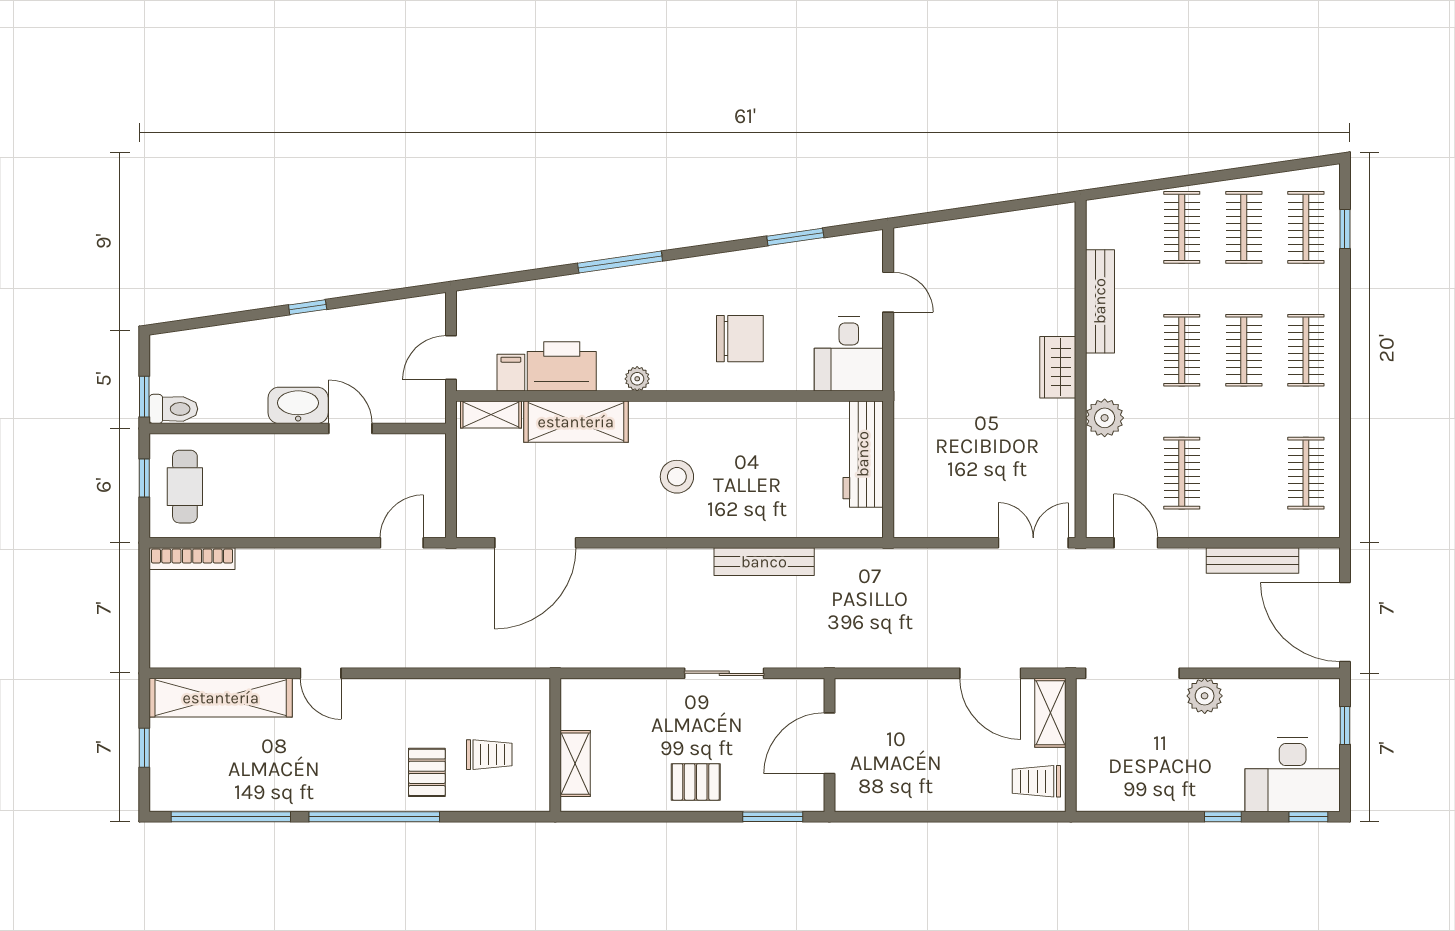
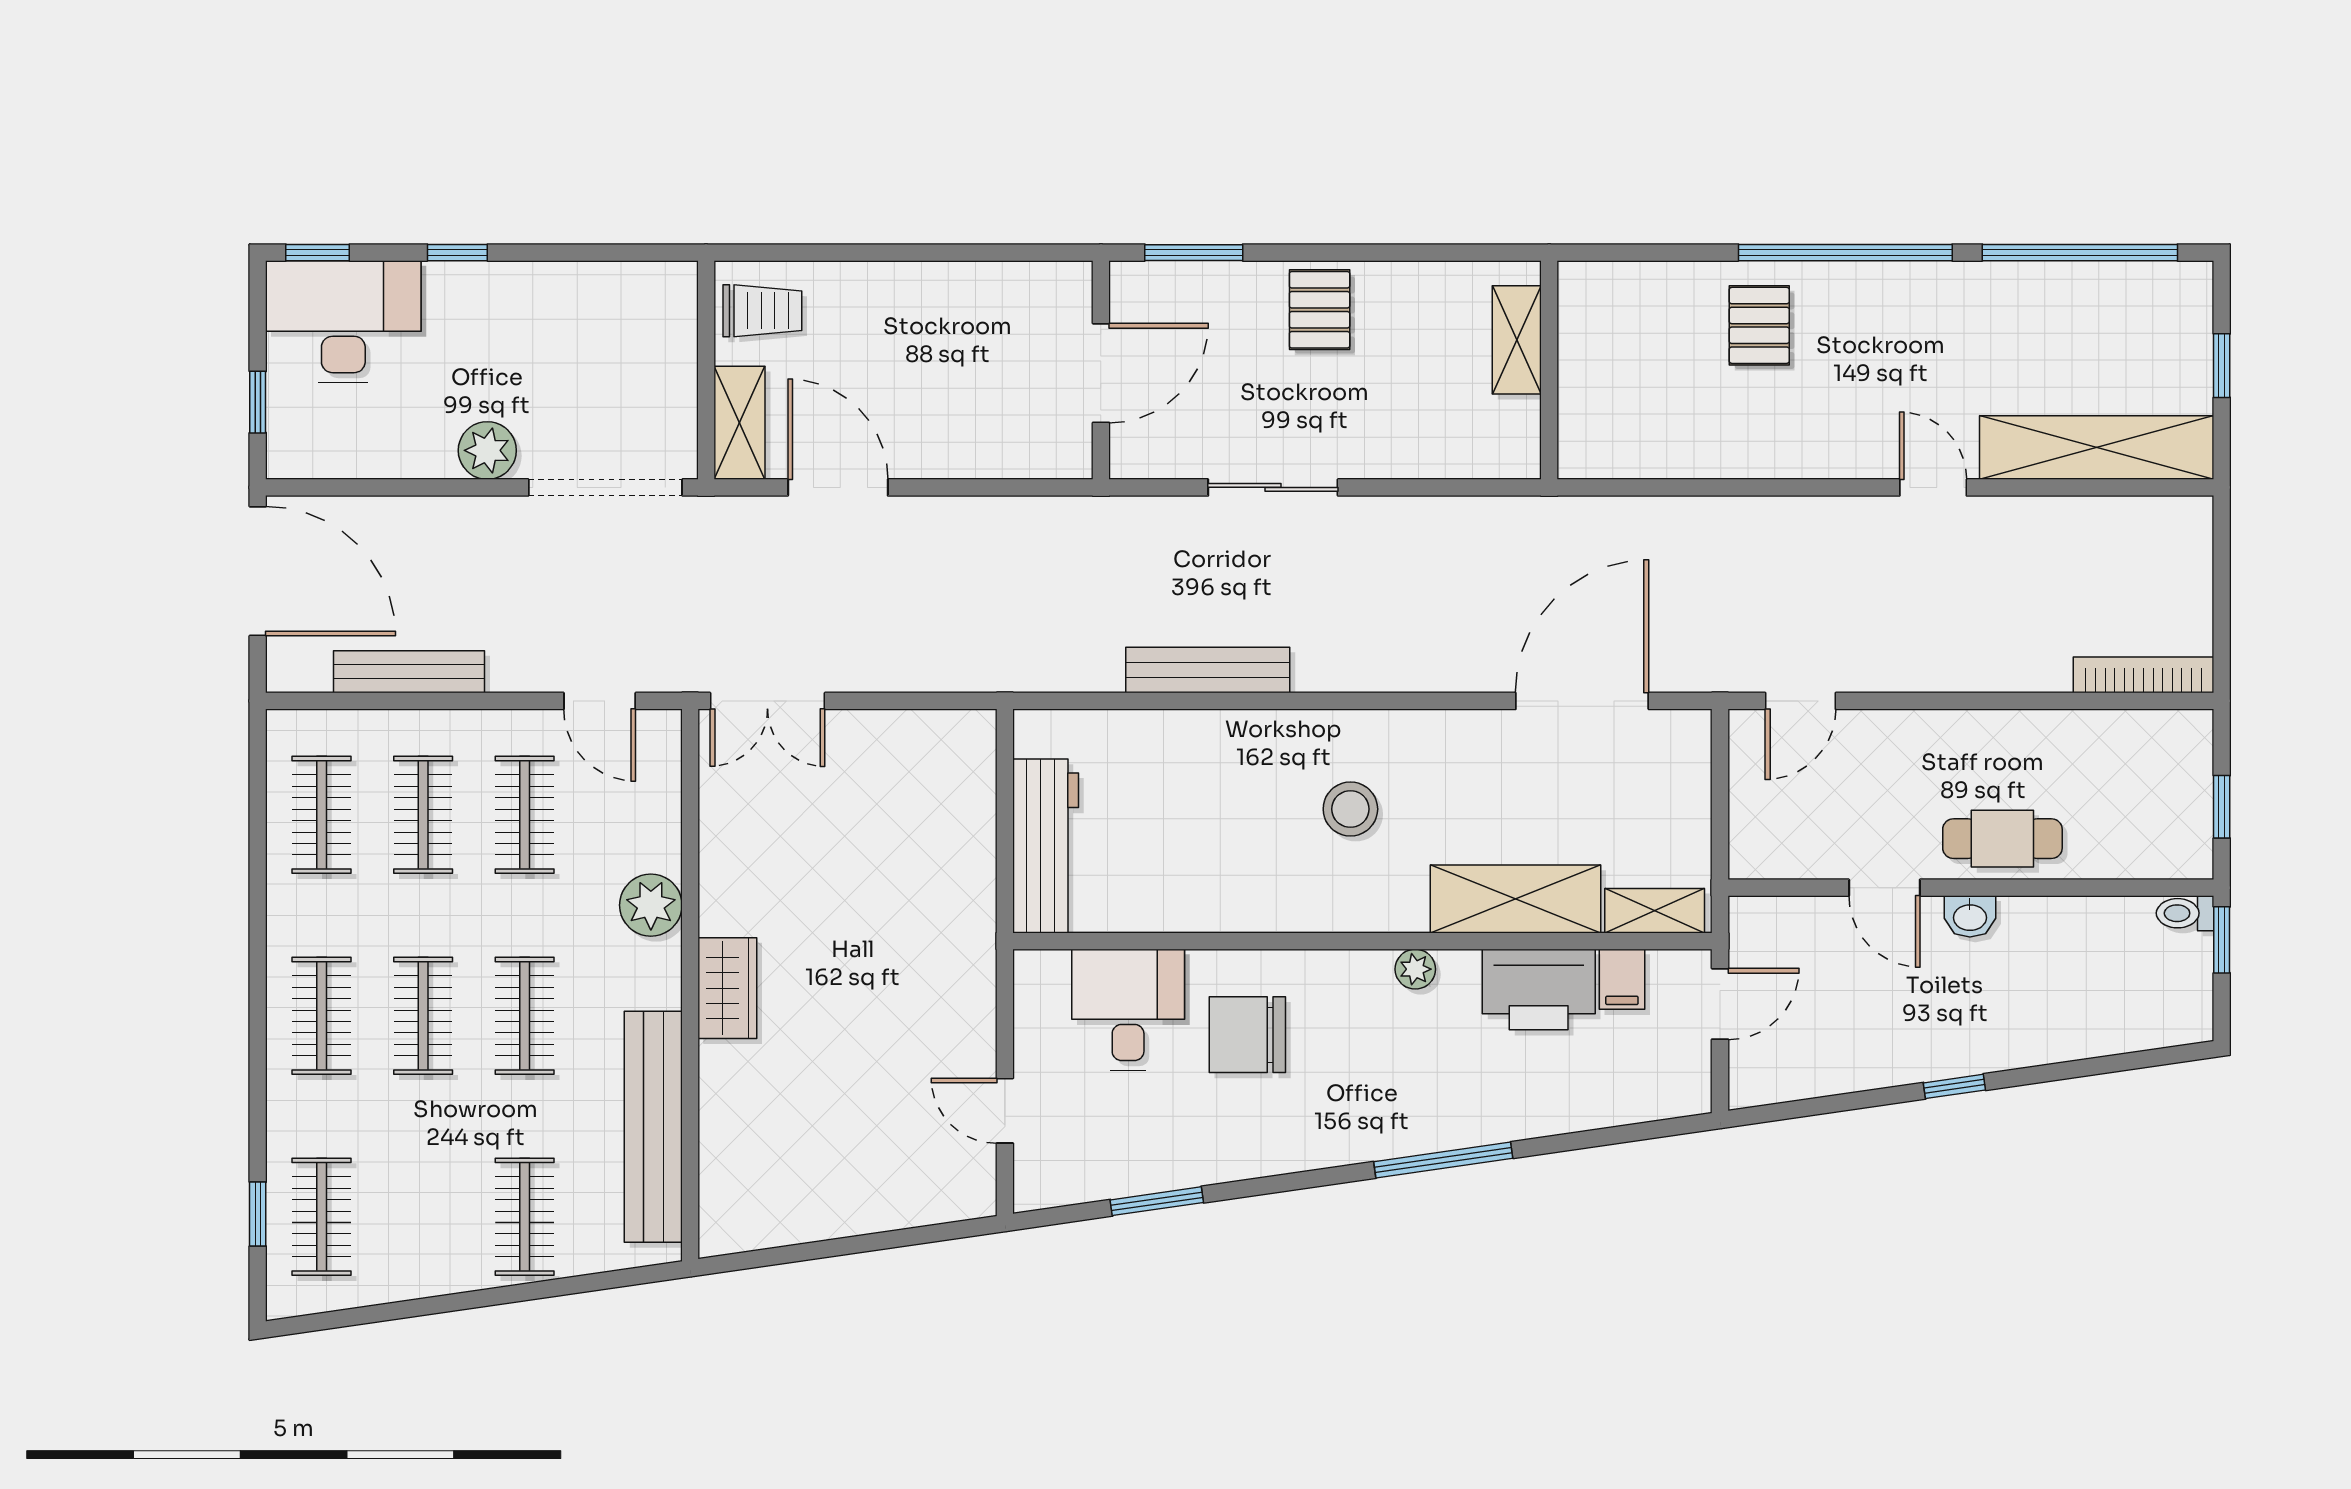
clothes rail: (1244, 227) -> (423, 815), moved
bench: (1100, 301) -> (653, 1127), width x1.37, depth x1.21
desk: (849, 354) -> (1128, 1010), moved
washbasin: (298, 405) -> (1970, 916), width x0.52, depth x0.69
toilet: (173, 409) -> (2185, 913), width x0.73, depth x0.72
cafe table: (185, 487) -> (2002, 839), moved, turned 90
trolley: (489, 755) -> (1657, 354), removed
pallet: (696, 782) -> (1320, 310), turned 90

